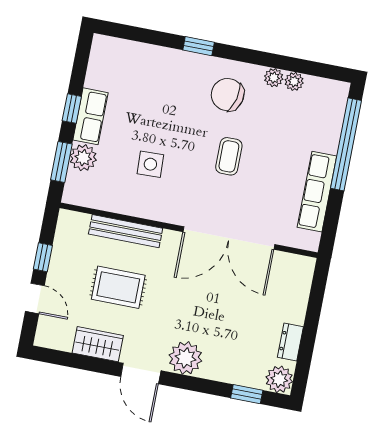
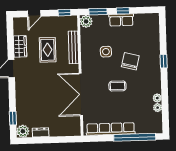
chair: (228, 95) -> (130, 61), moved
plant: (83, 158) -> (86, 21), moved
row of seats: (317, 192) -> (111, 129), width x1.36
window: (43, 257) -> (64, 13), moved
plant: (185, 358) -> (23, 87), removed

